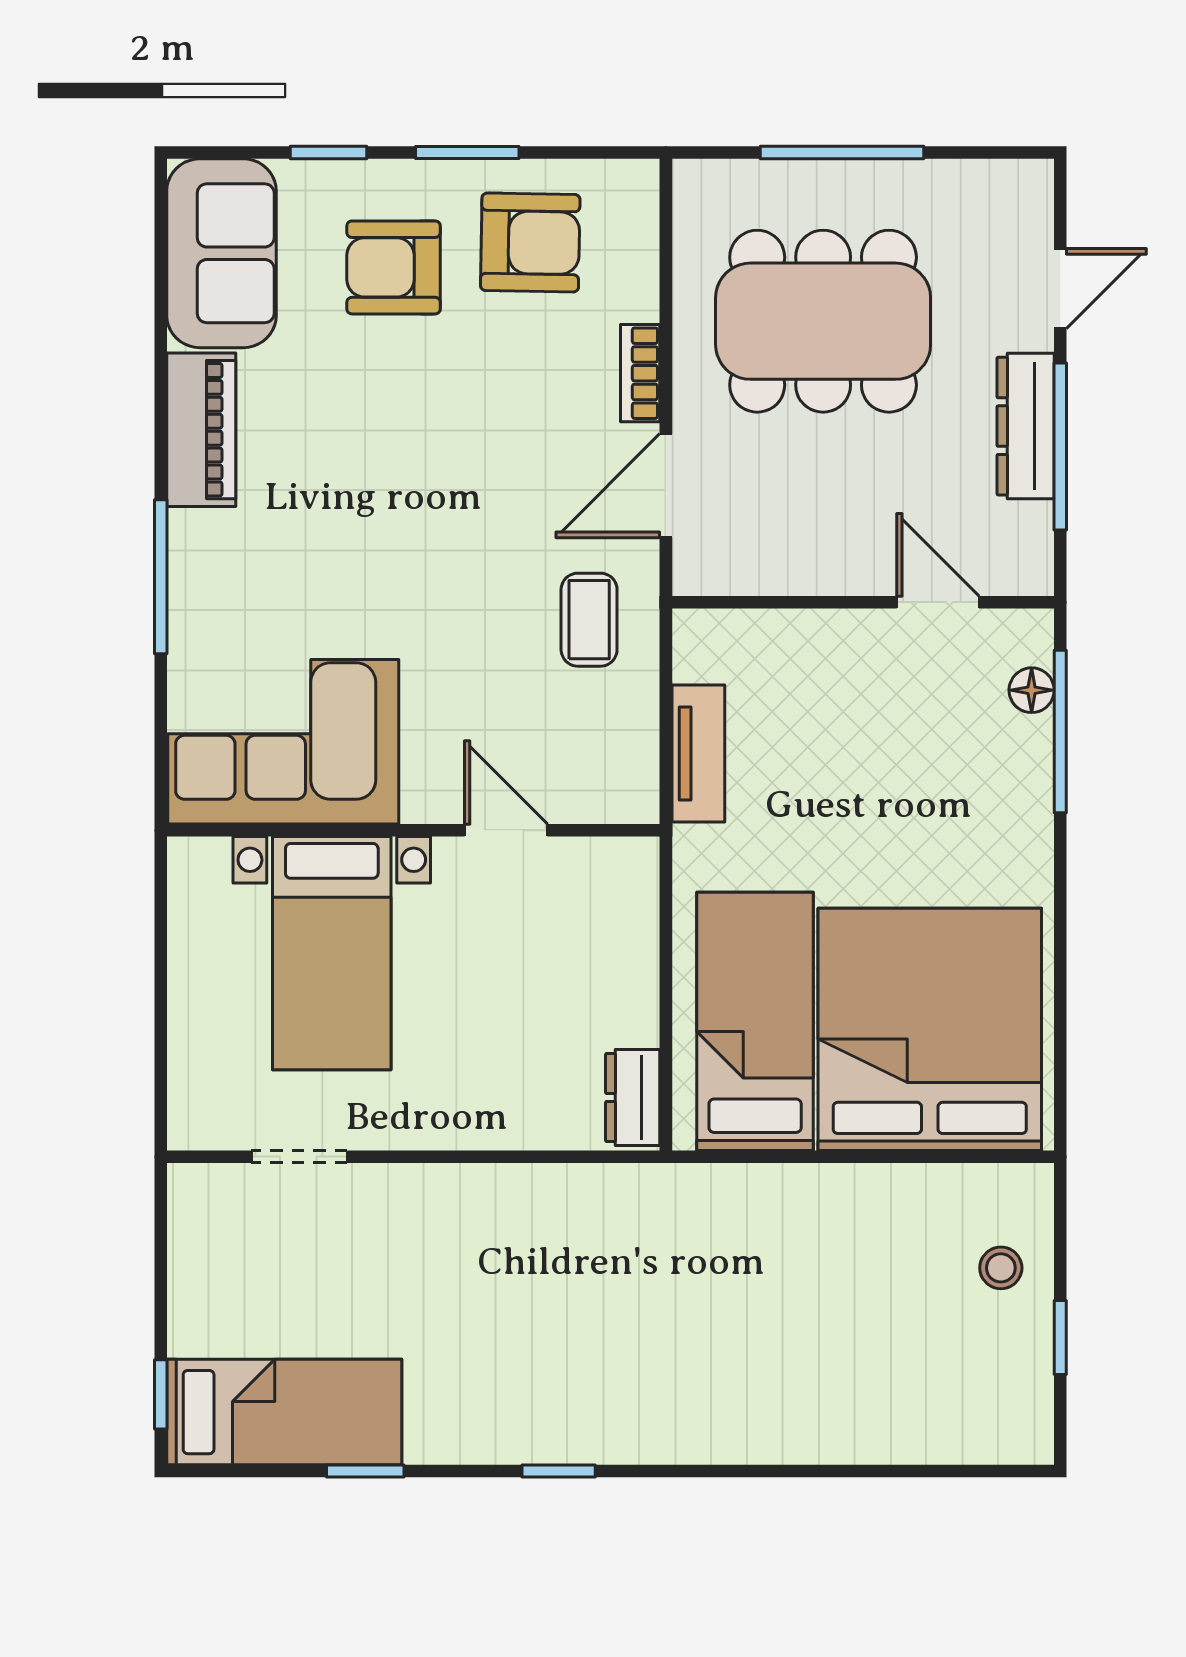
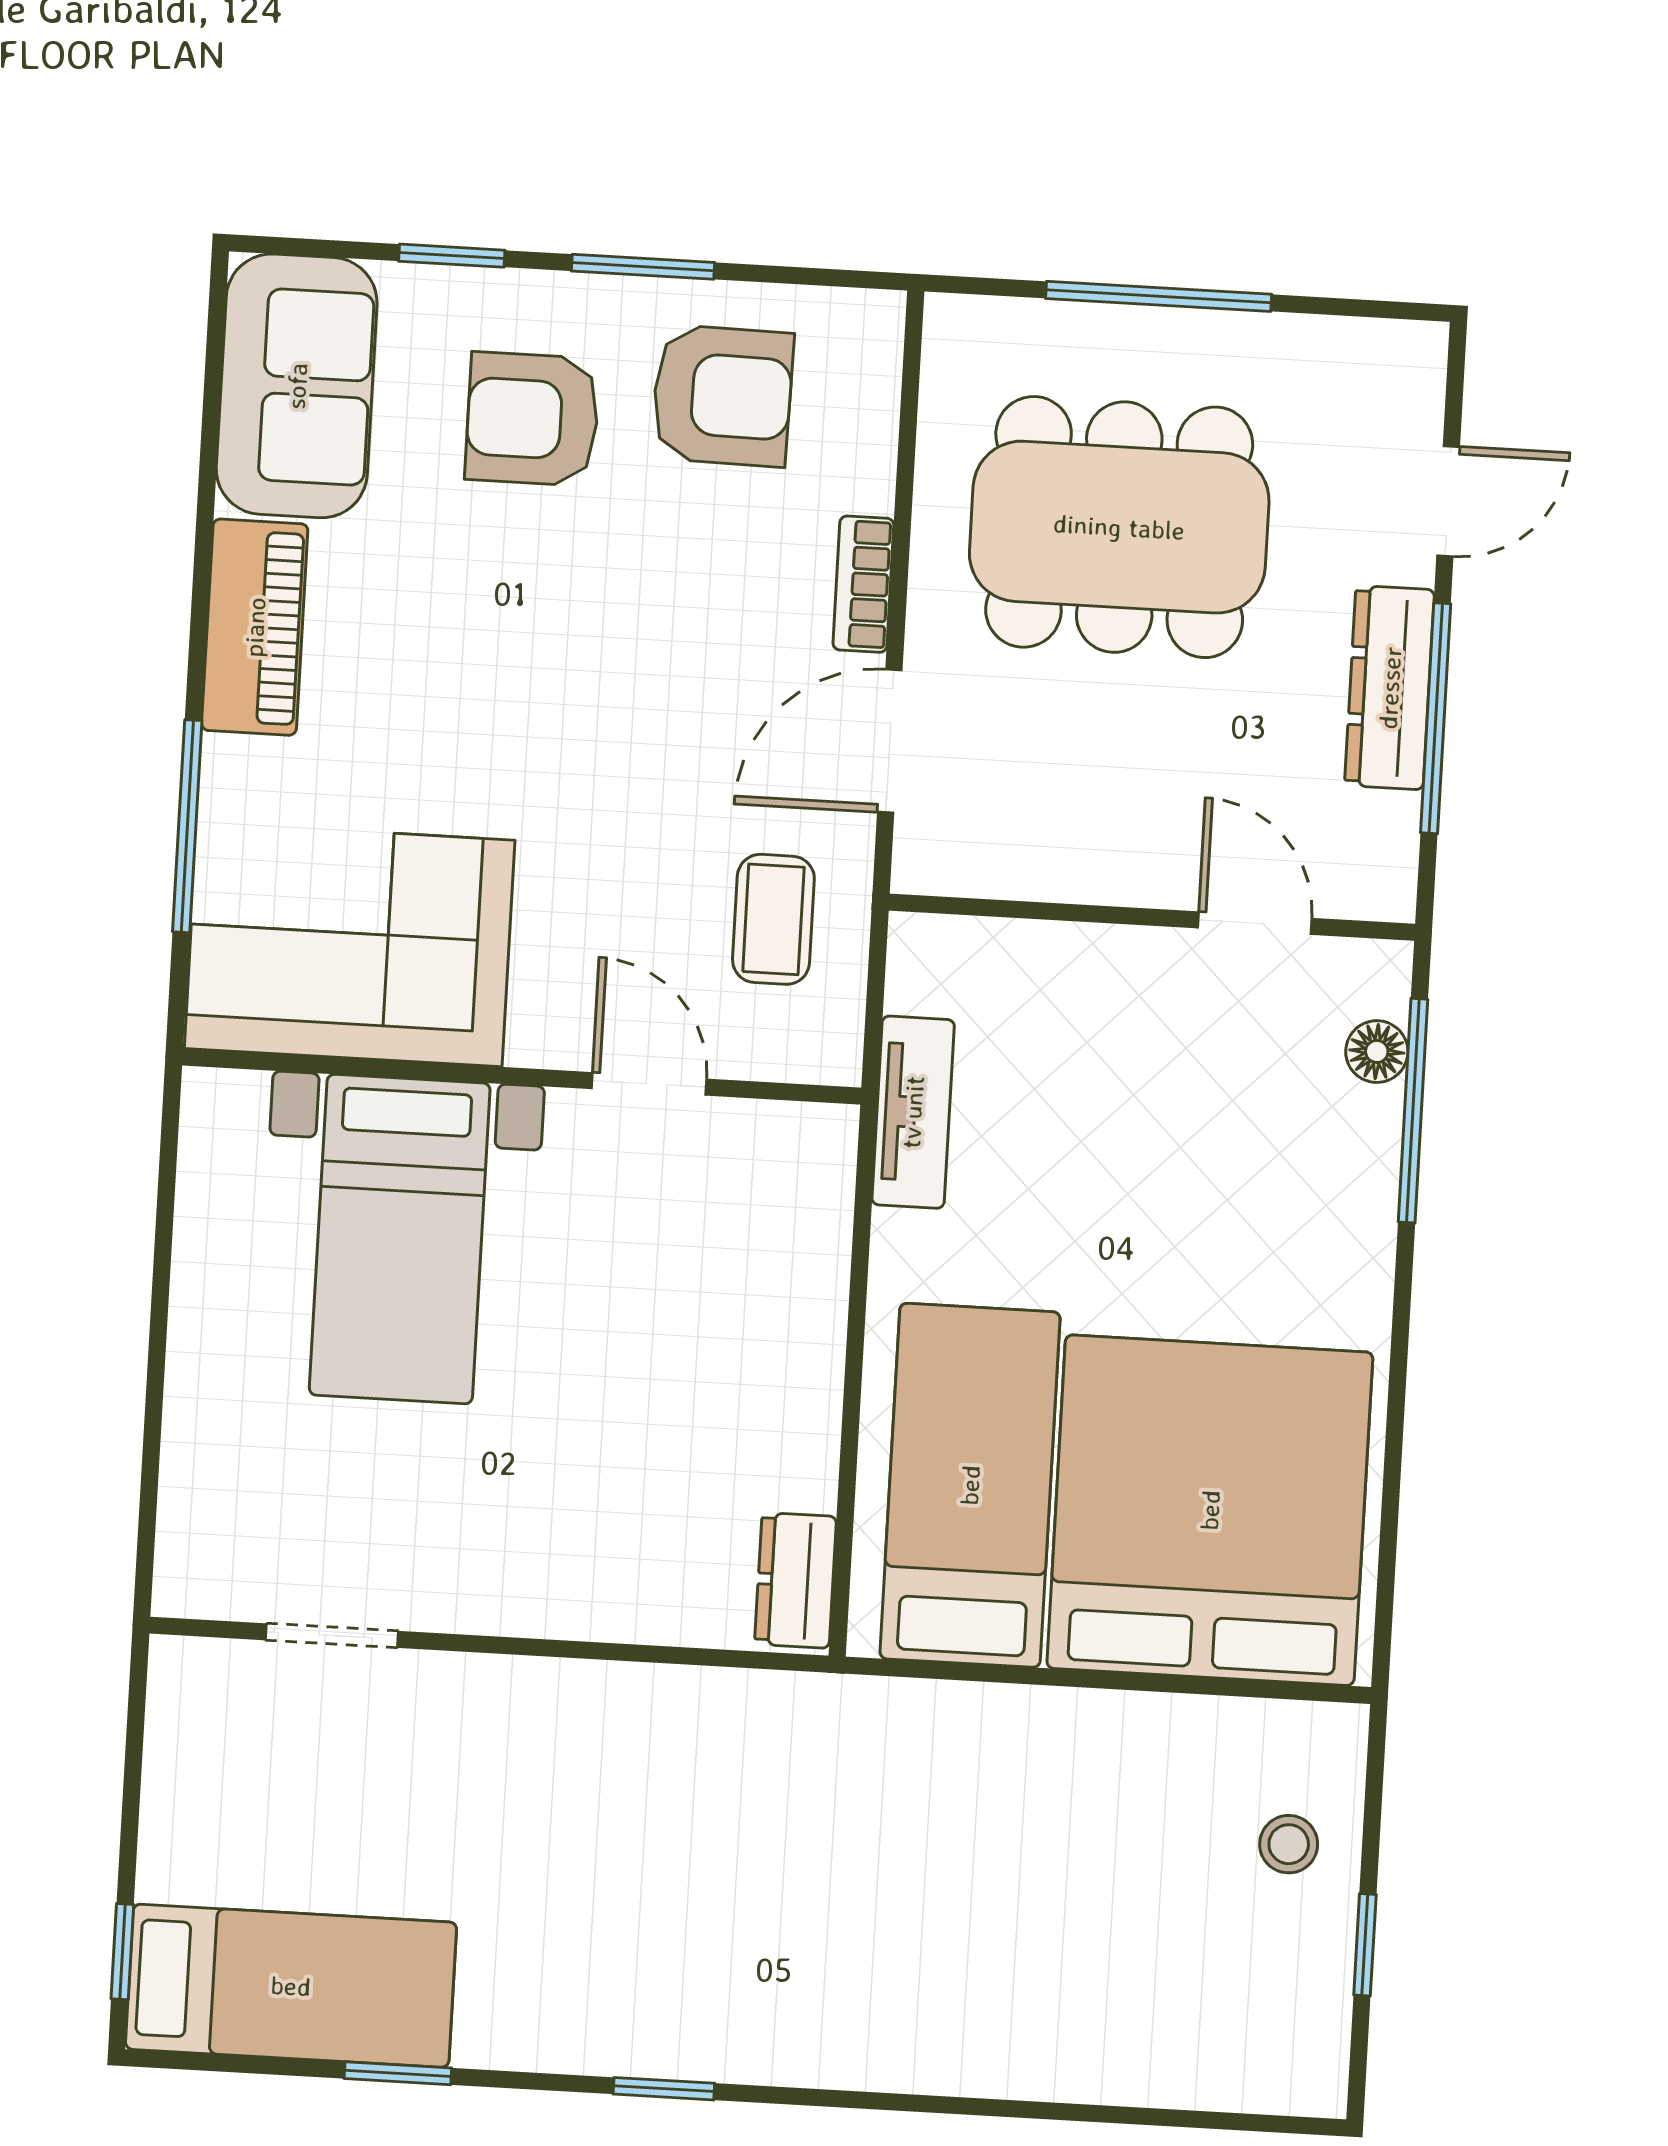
corner sofa: (283, 742) -> (350, 944), moved
wall: (413, 830) -> (522, 1076), moved
door: (506, 830) -> (649, 1084), moved
bed with nightstands: (332, 953) -> (400, 1239), moved

